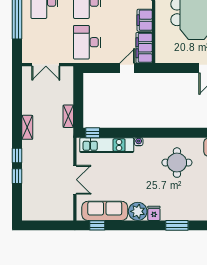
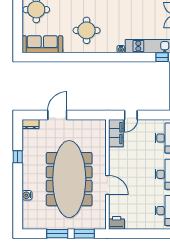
filing cabinet: (145, 20) -> (115, 158), removed

